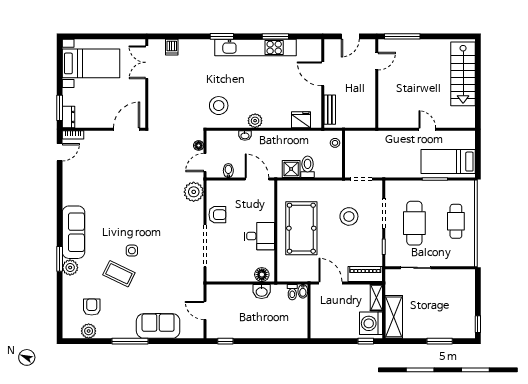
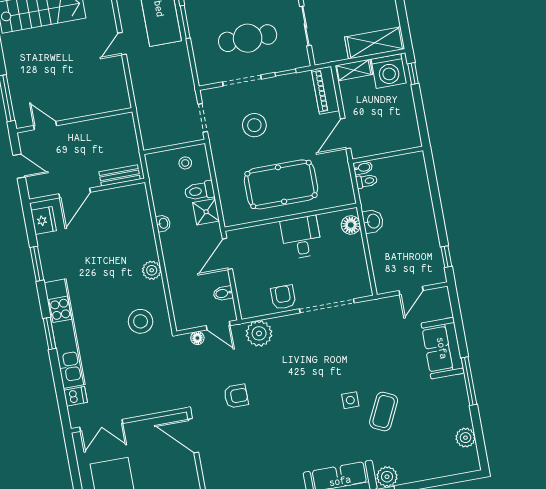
kitchen unit: (255, 48) -> (65, 334), moved
fridge: (301, 120) -> (44, 220), moved, turned 180
washbasin: (245, 136) -> (163, 223), moved
stool: (335, 143) -> (185, 163), moved
armchair: (92, 307) -> (236, 396), moved, turned 180

